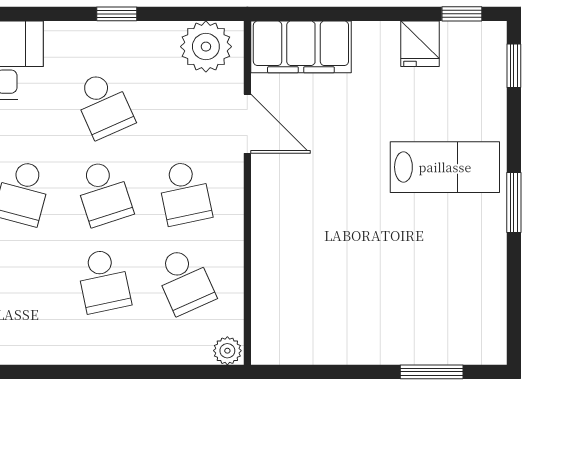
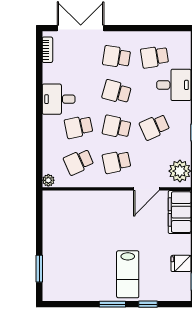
window: (514, 66) -> (148, 304), moved
school desk: (104, 193) -> (117, 127), turned 30
desk: (40, 327) -> (59, 99), added

